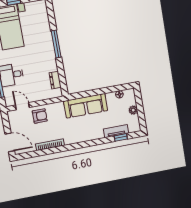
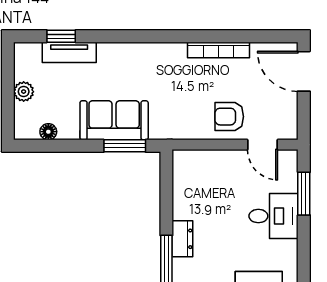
dresser: (55, 80) -> (182, 239), moved
window: (84, 94) -> (125, 146), added
sofa: (86, 106) -> (114, 120), width x0.73

